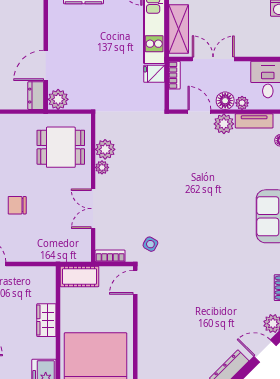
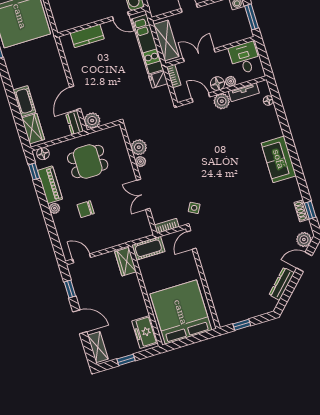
dining table: (61, 147) -> (88, 161), moved
wardrobe: (46, 320) -> (125, 262), moved

